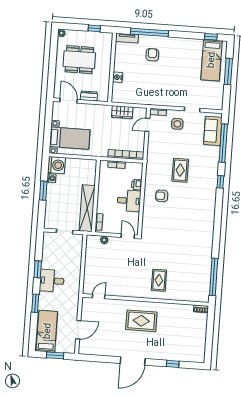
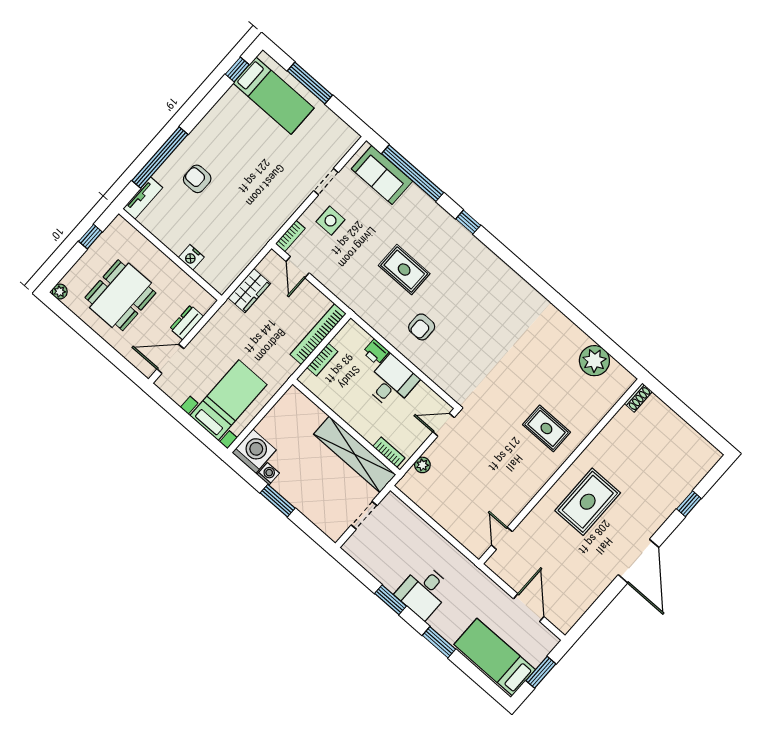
window: (214, 277) -> (604, 342), removed
plant: (203, 279) -> (594, 361), added

